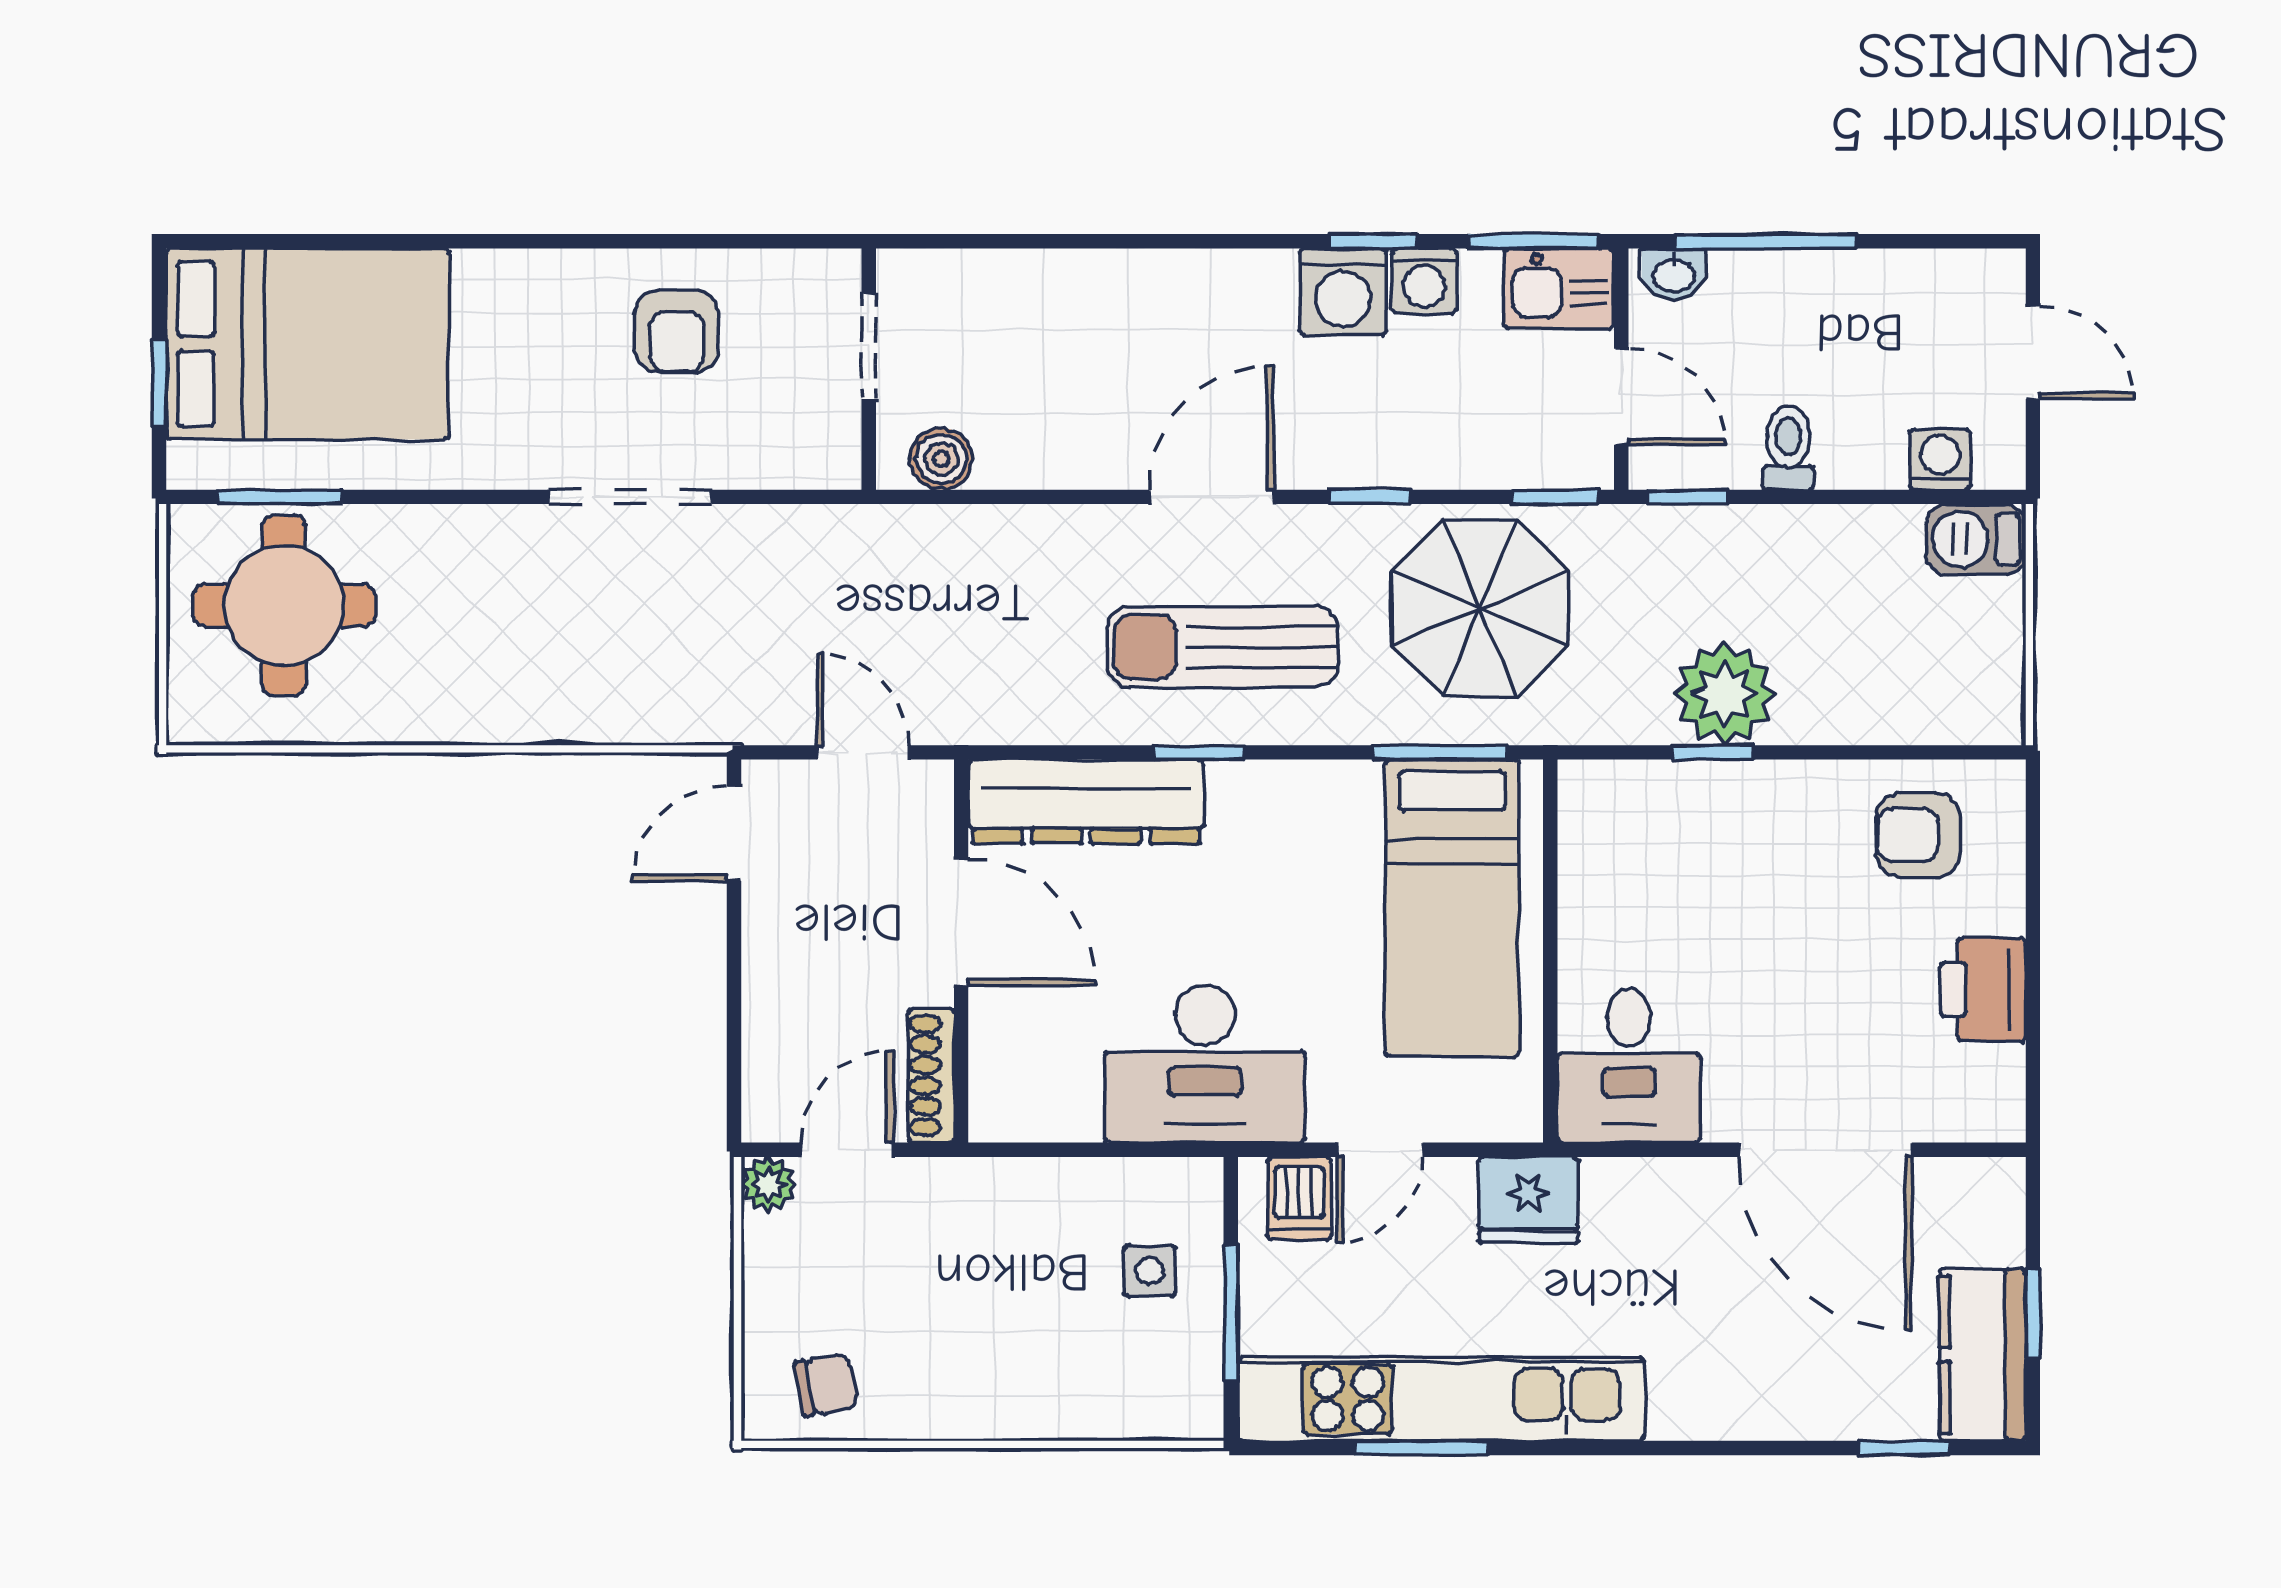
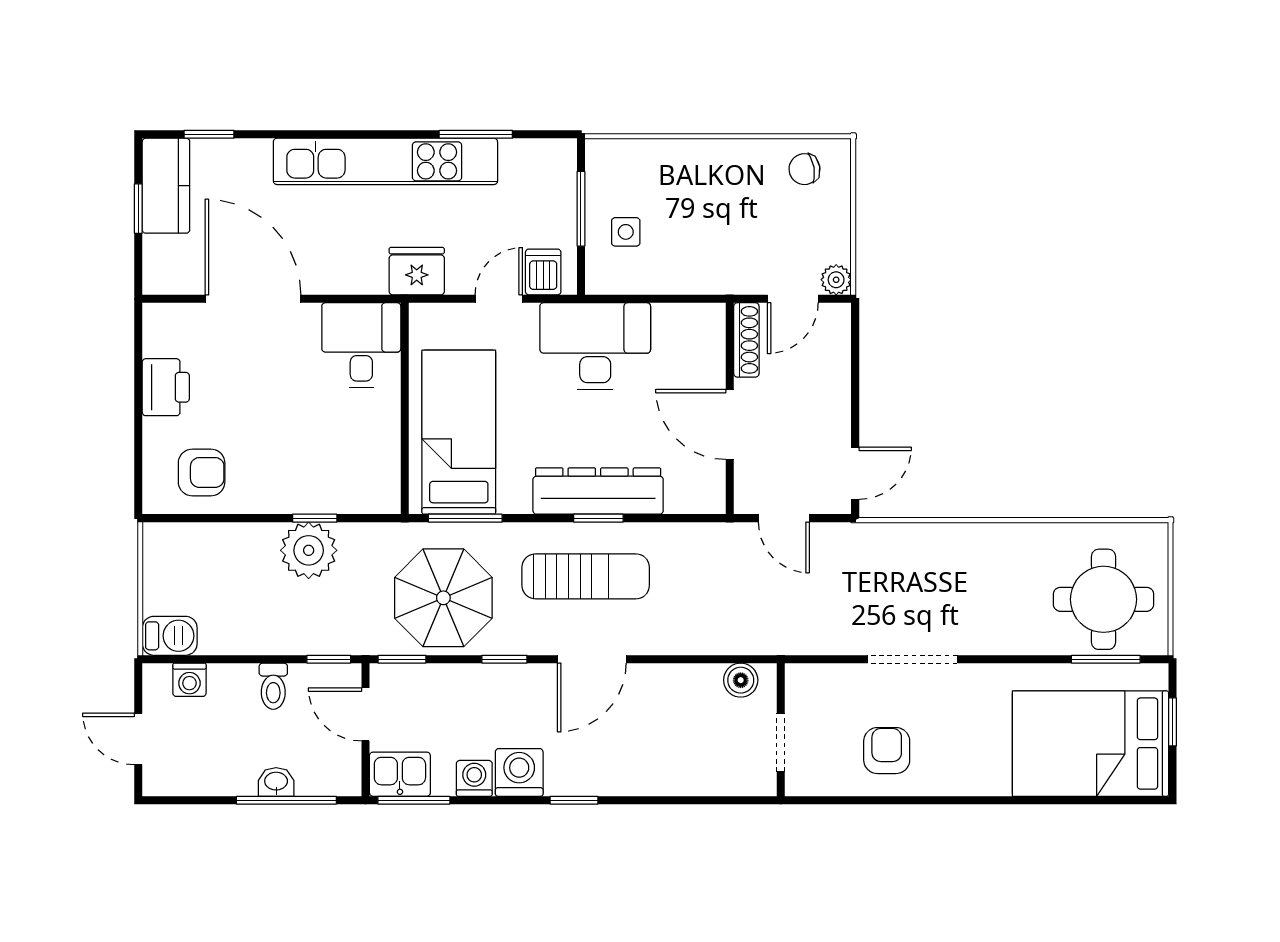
window: (1373, 241) -> (574, 800), moved
washbasin: (1674, 274) -> (276, 782), moved
dresser: (1086, 802) -> (598, 491), moved
kitchen unit: (1441, 1399) -> (385, 161), moved

